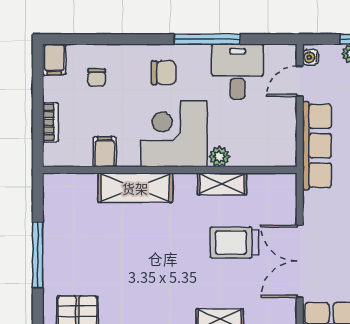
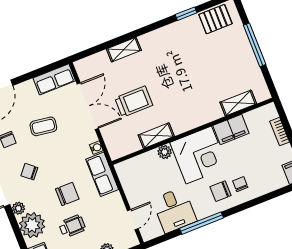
water cooler: (311, 57) -> (96, 148), moved
chair: (97, 77) -> (240, 184), moved
row of seats: (317, 146) -> (102, 174), width x0.68
filing cabinet: (105, 152) -> (231, 129), width x2.00
shelving: (135, 188) -> (238, 103), moved, width x0.67, depth x0.75

